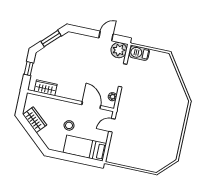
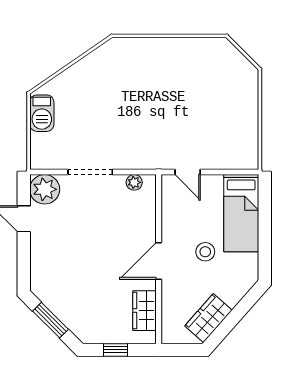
barbecue: (139, 53) -> (42, 113), moved
door: (91, 105) -> (159, 261), moved

